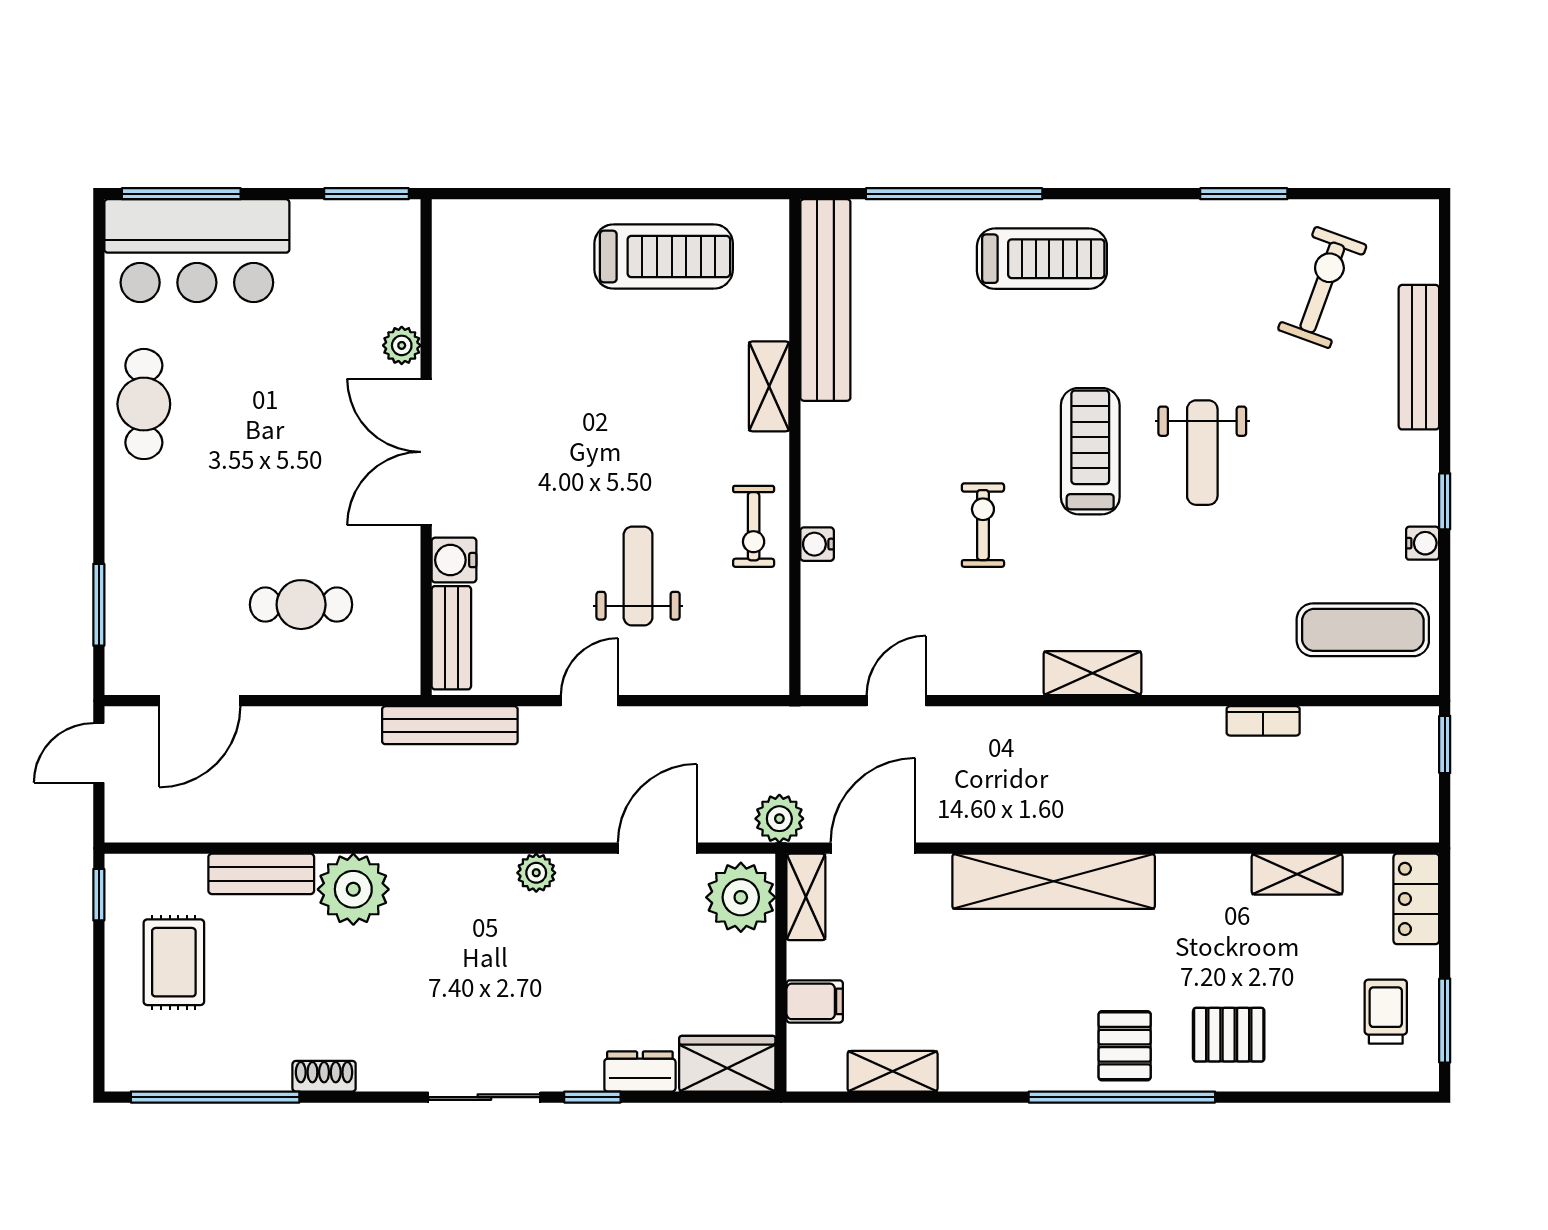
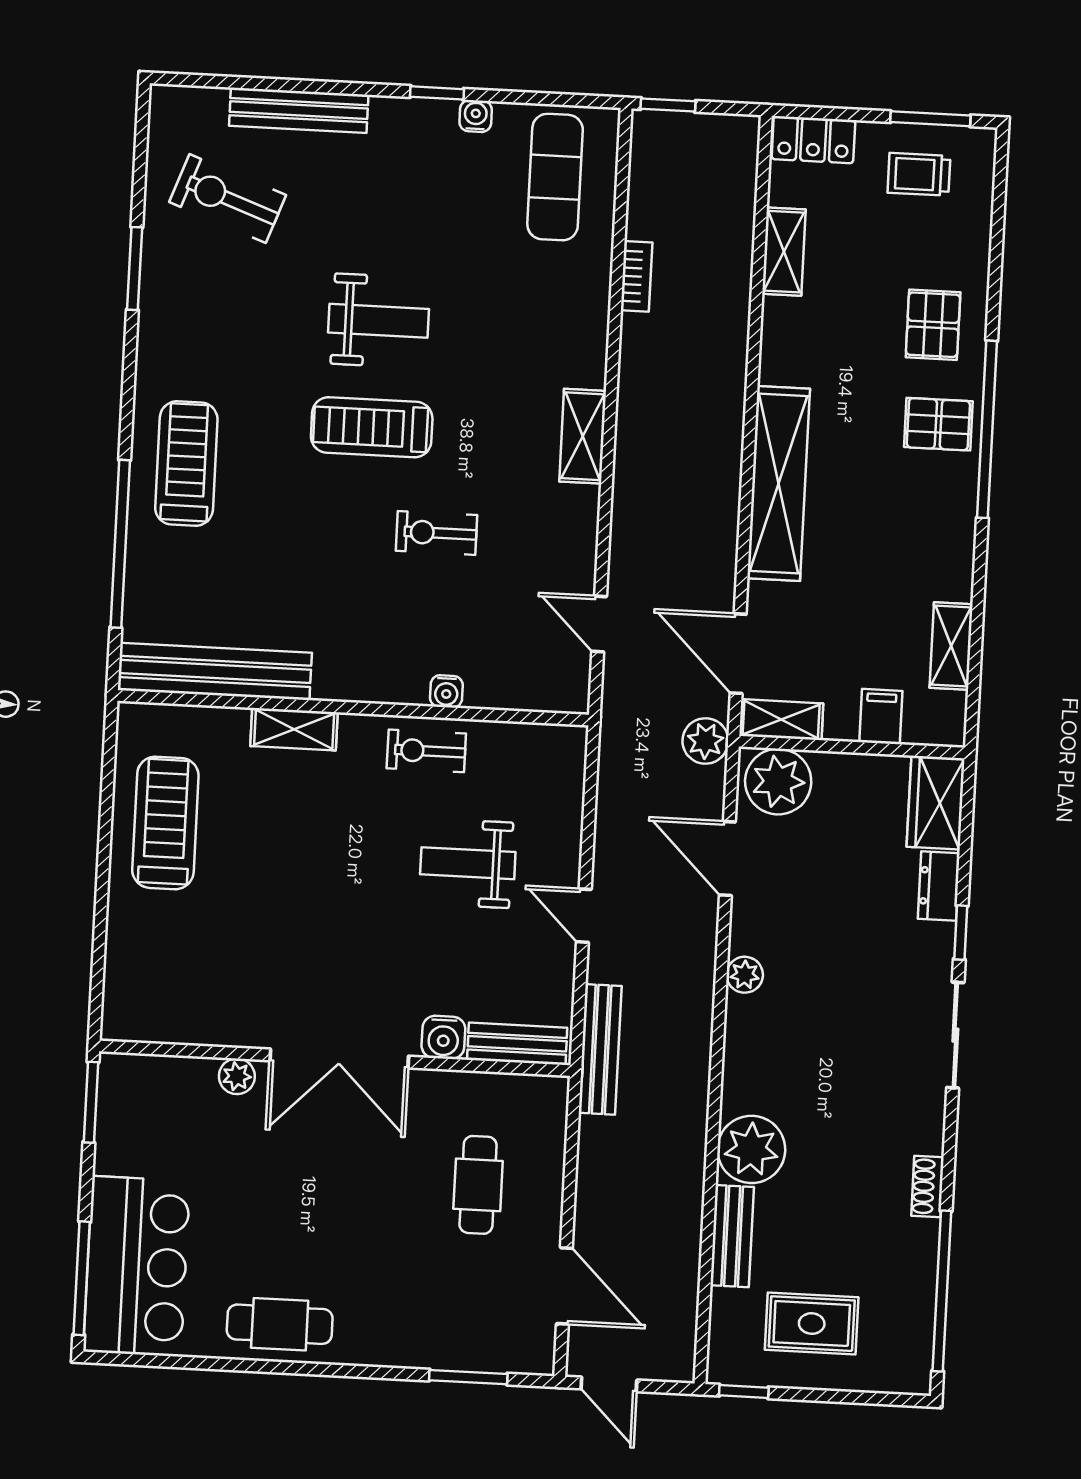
exercise bike: (754, 526) -> (426, 751), turned 180

